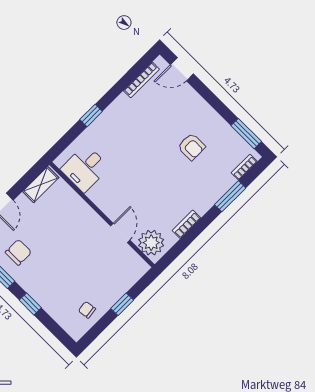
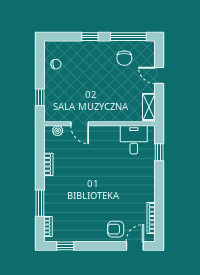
window: (91, 115) -> (159, 152), moved
window: (246, 134) -> (65, 246), width x0.67
armchair: (192, 147) -> (116, 229), moved
plant: (151, 243) -> (58, 131), width x0.53, depth x0.53
window: (122, 304) -> (40, 97), moved

